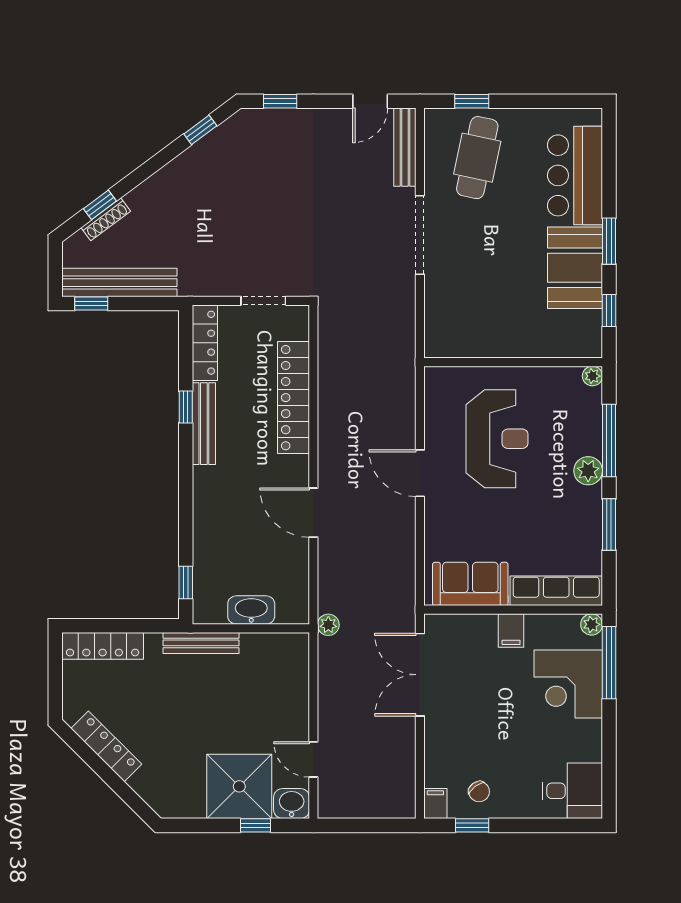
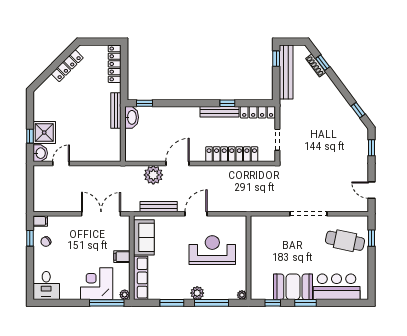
bench: (405, 147) -> (159, 207), moved
reception desk: (497, 439) -> (212, 250), turned 180
washbasin: (251, 610) -> (132, 117), moved
plant: (328, 625) -> (153, 175), moved, width x1.88, depth x1.88
shower: (239, 786) -> (44, 133), width x0.73, depth x0.73

